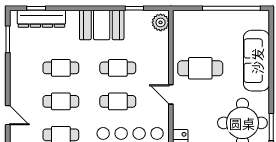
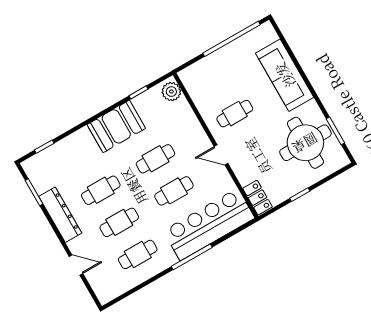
dresser: (41, 19) -> (60, 215), moved, turned -90
cafe table: (200, 68) -> (235, 114), width x0.73, depth x0.74

